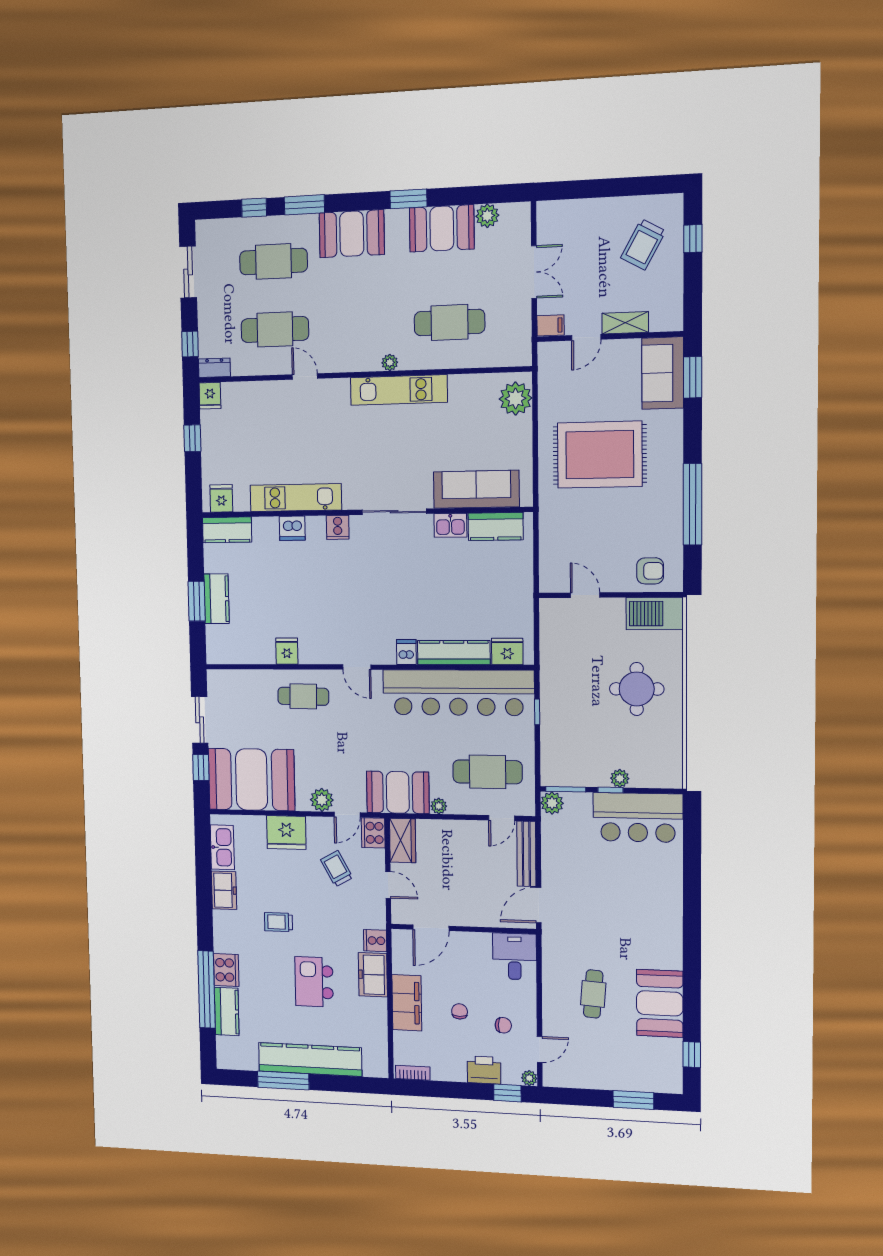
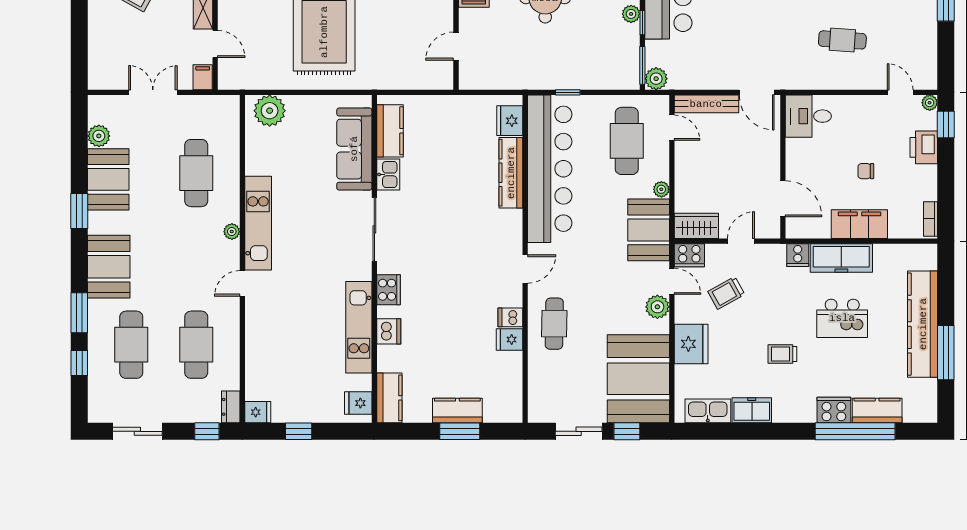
door: (305, 377) -> (242, 283), moved
cooker: (338, 527) -> (388, 290), width x1.36
dishwasher: (406, 652) -> (510, 317), moved
trolley: (278, 922) -> (782, 354), turned 90
freezer: (373, 975) -> (841, 258), width x1.40
chair: (503, 1025) -> (878, 128), removed

